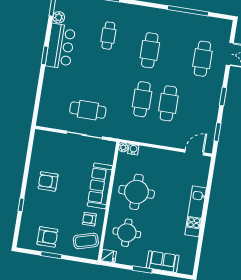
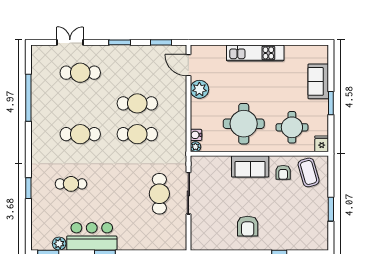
plant: (172, 159) -> (199, 89), added
sofa: (100, 186) -> (250, 166), width x0.73
armchair: (47, 237) -> (311, 217), removed

